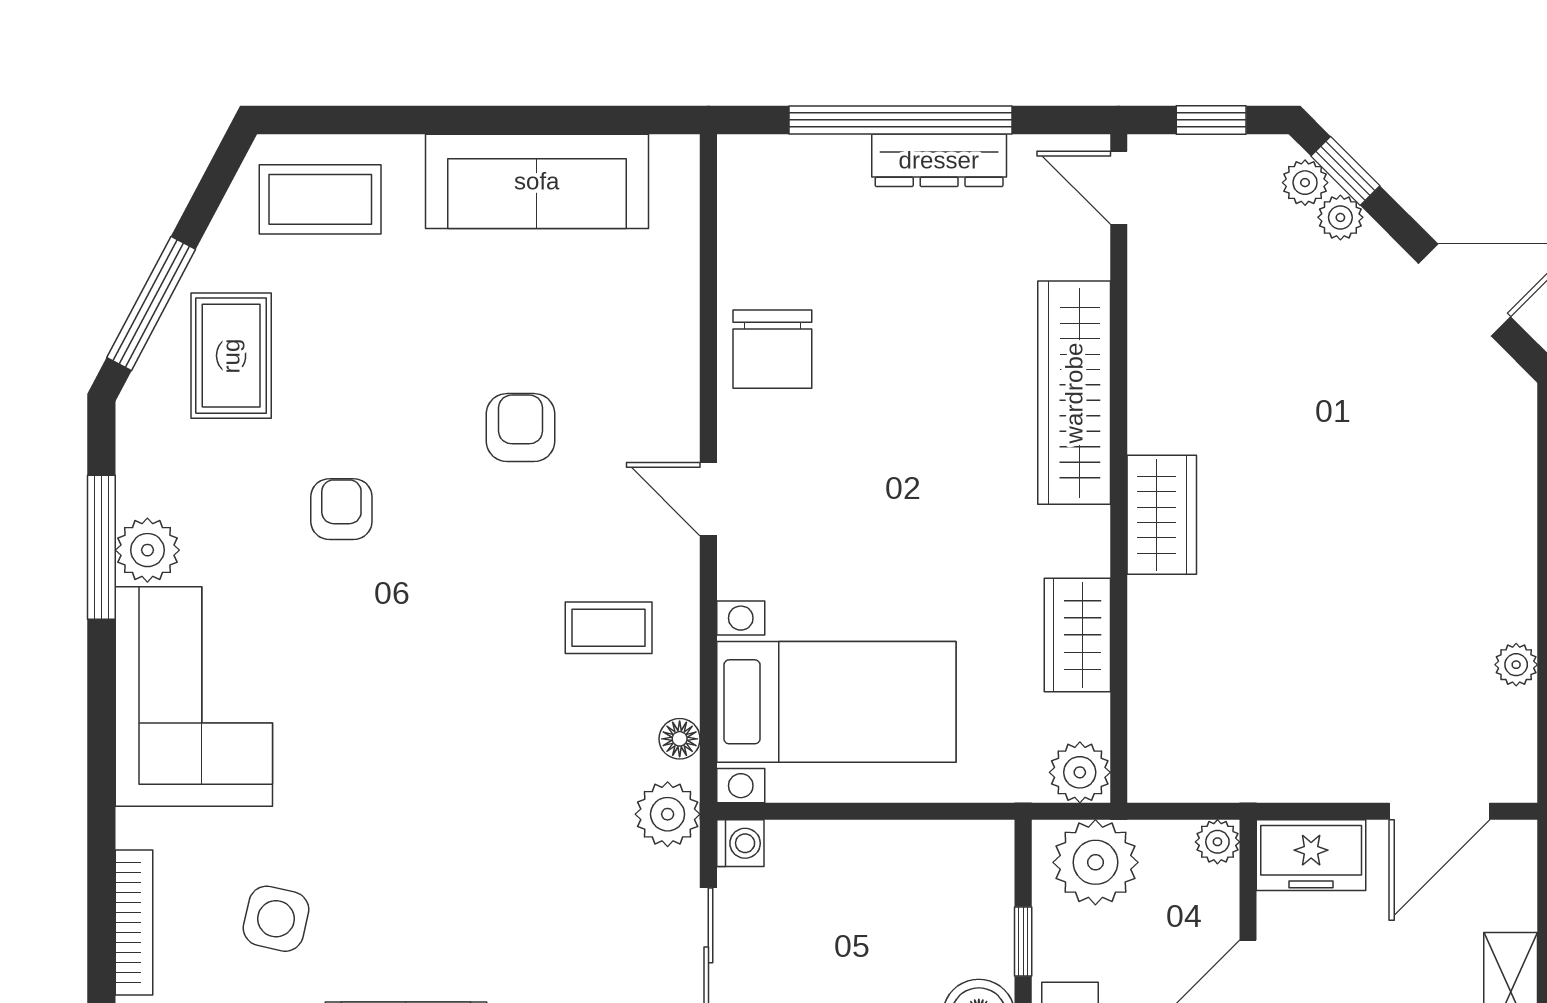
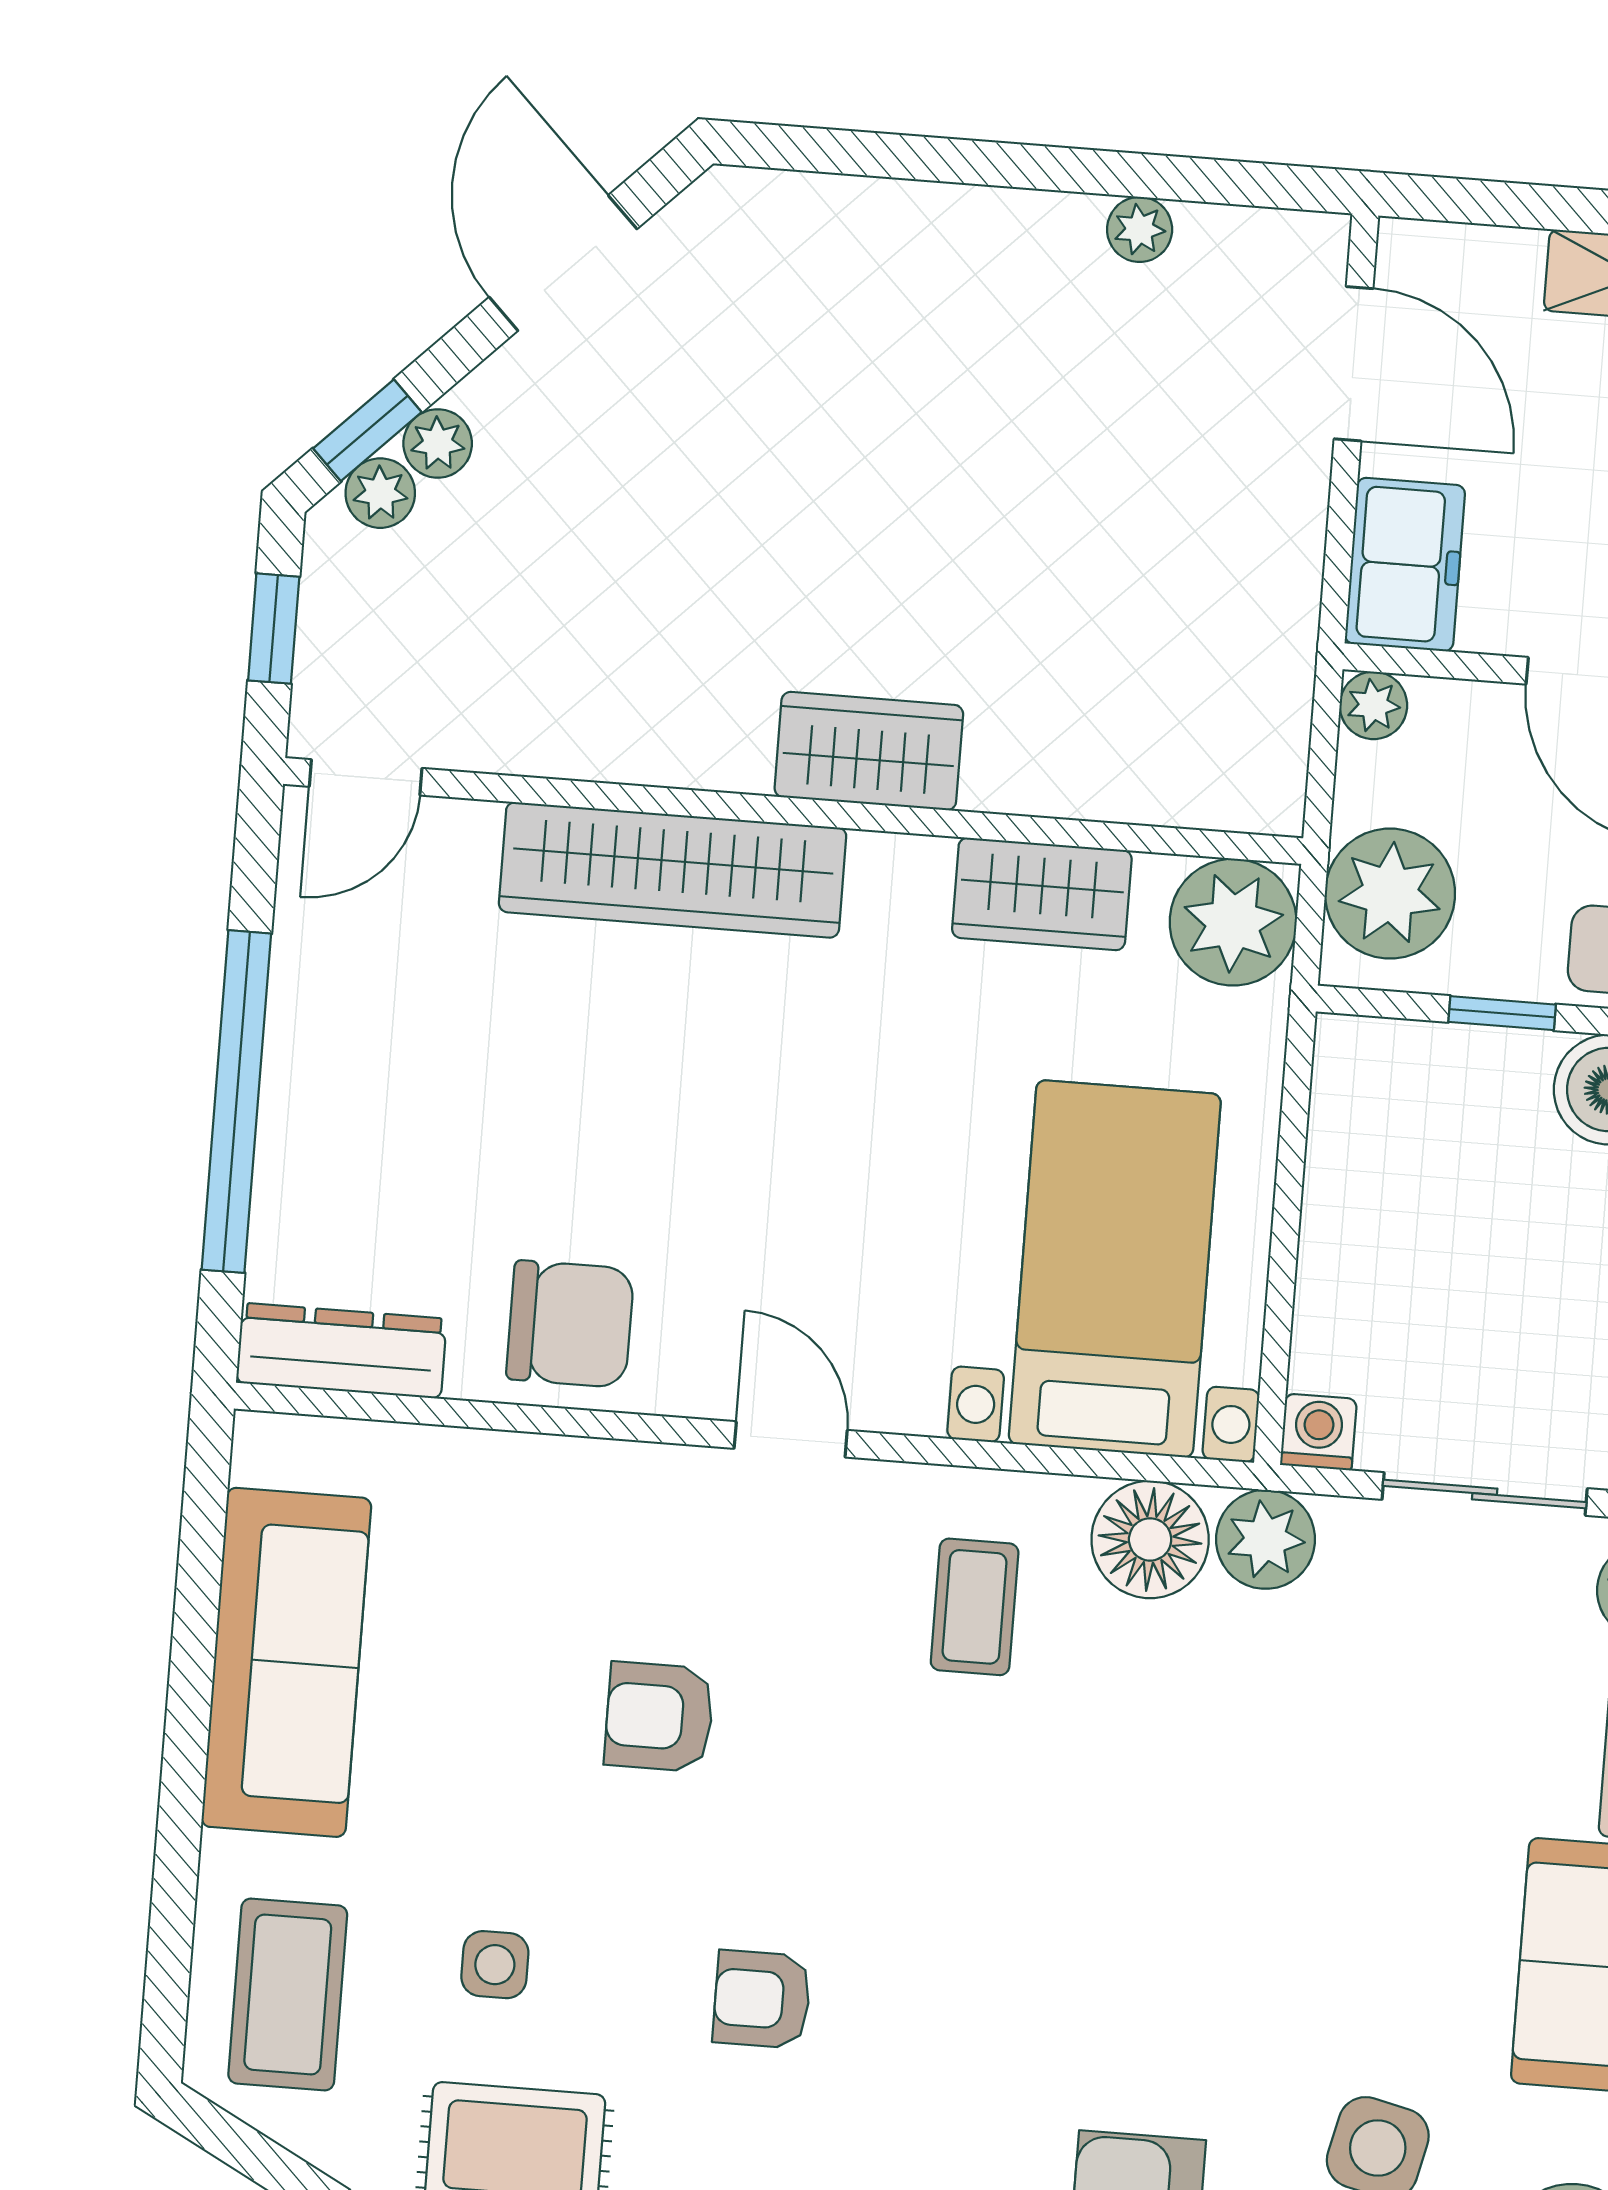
dresser: (939, 160) -> (341, 1351), moved, turned -90
side table: (350, 333) -> (495, 1965), added
door: (708, 499) -> (791, 1439), swing flipped
floor lamp: (680, 739) -> (1150, 1539), width x1.89, depth x1.89
plant: (1080, 772) -> (1233, 922), width x1.36, depth x1.36

